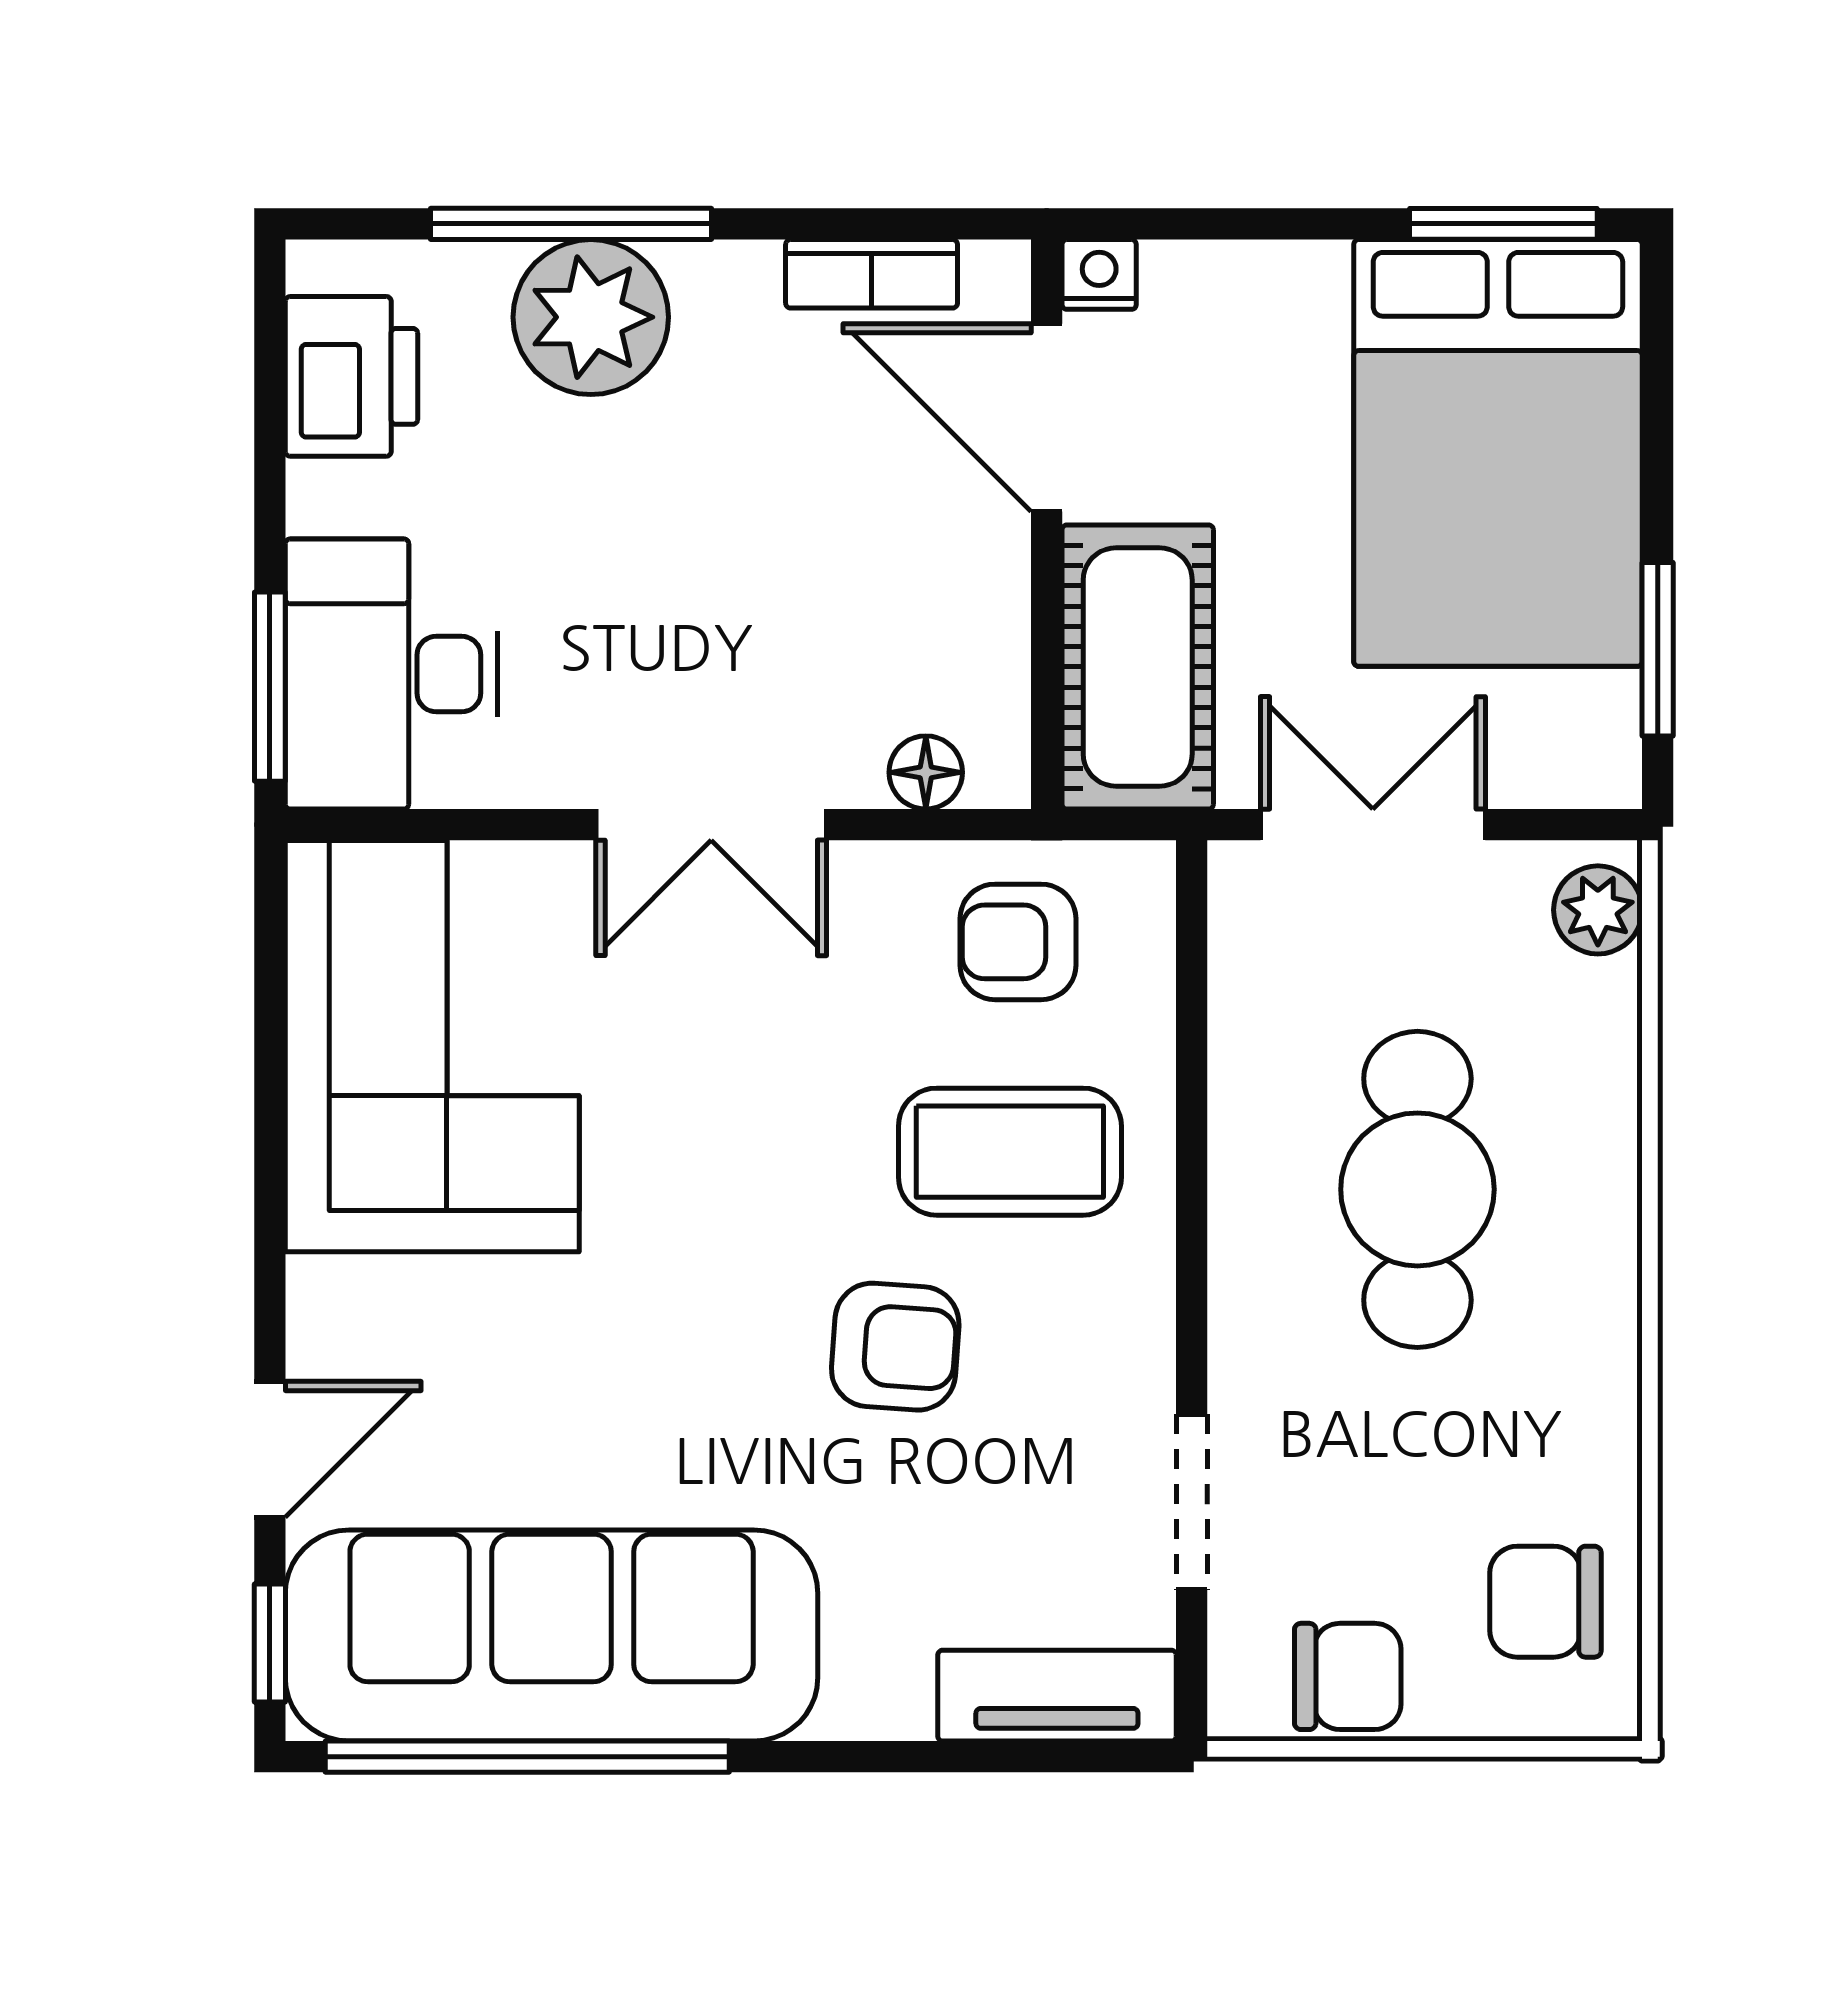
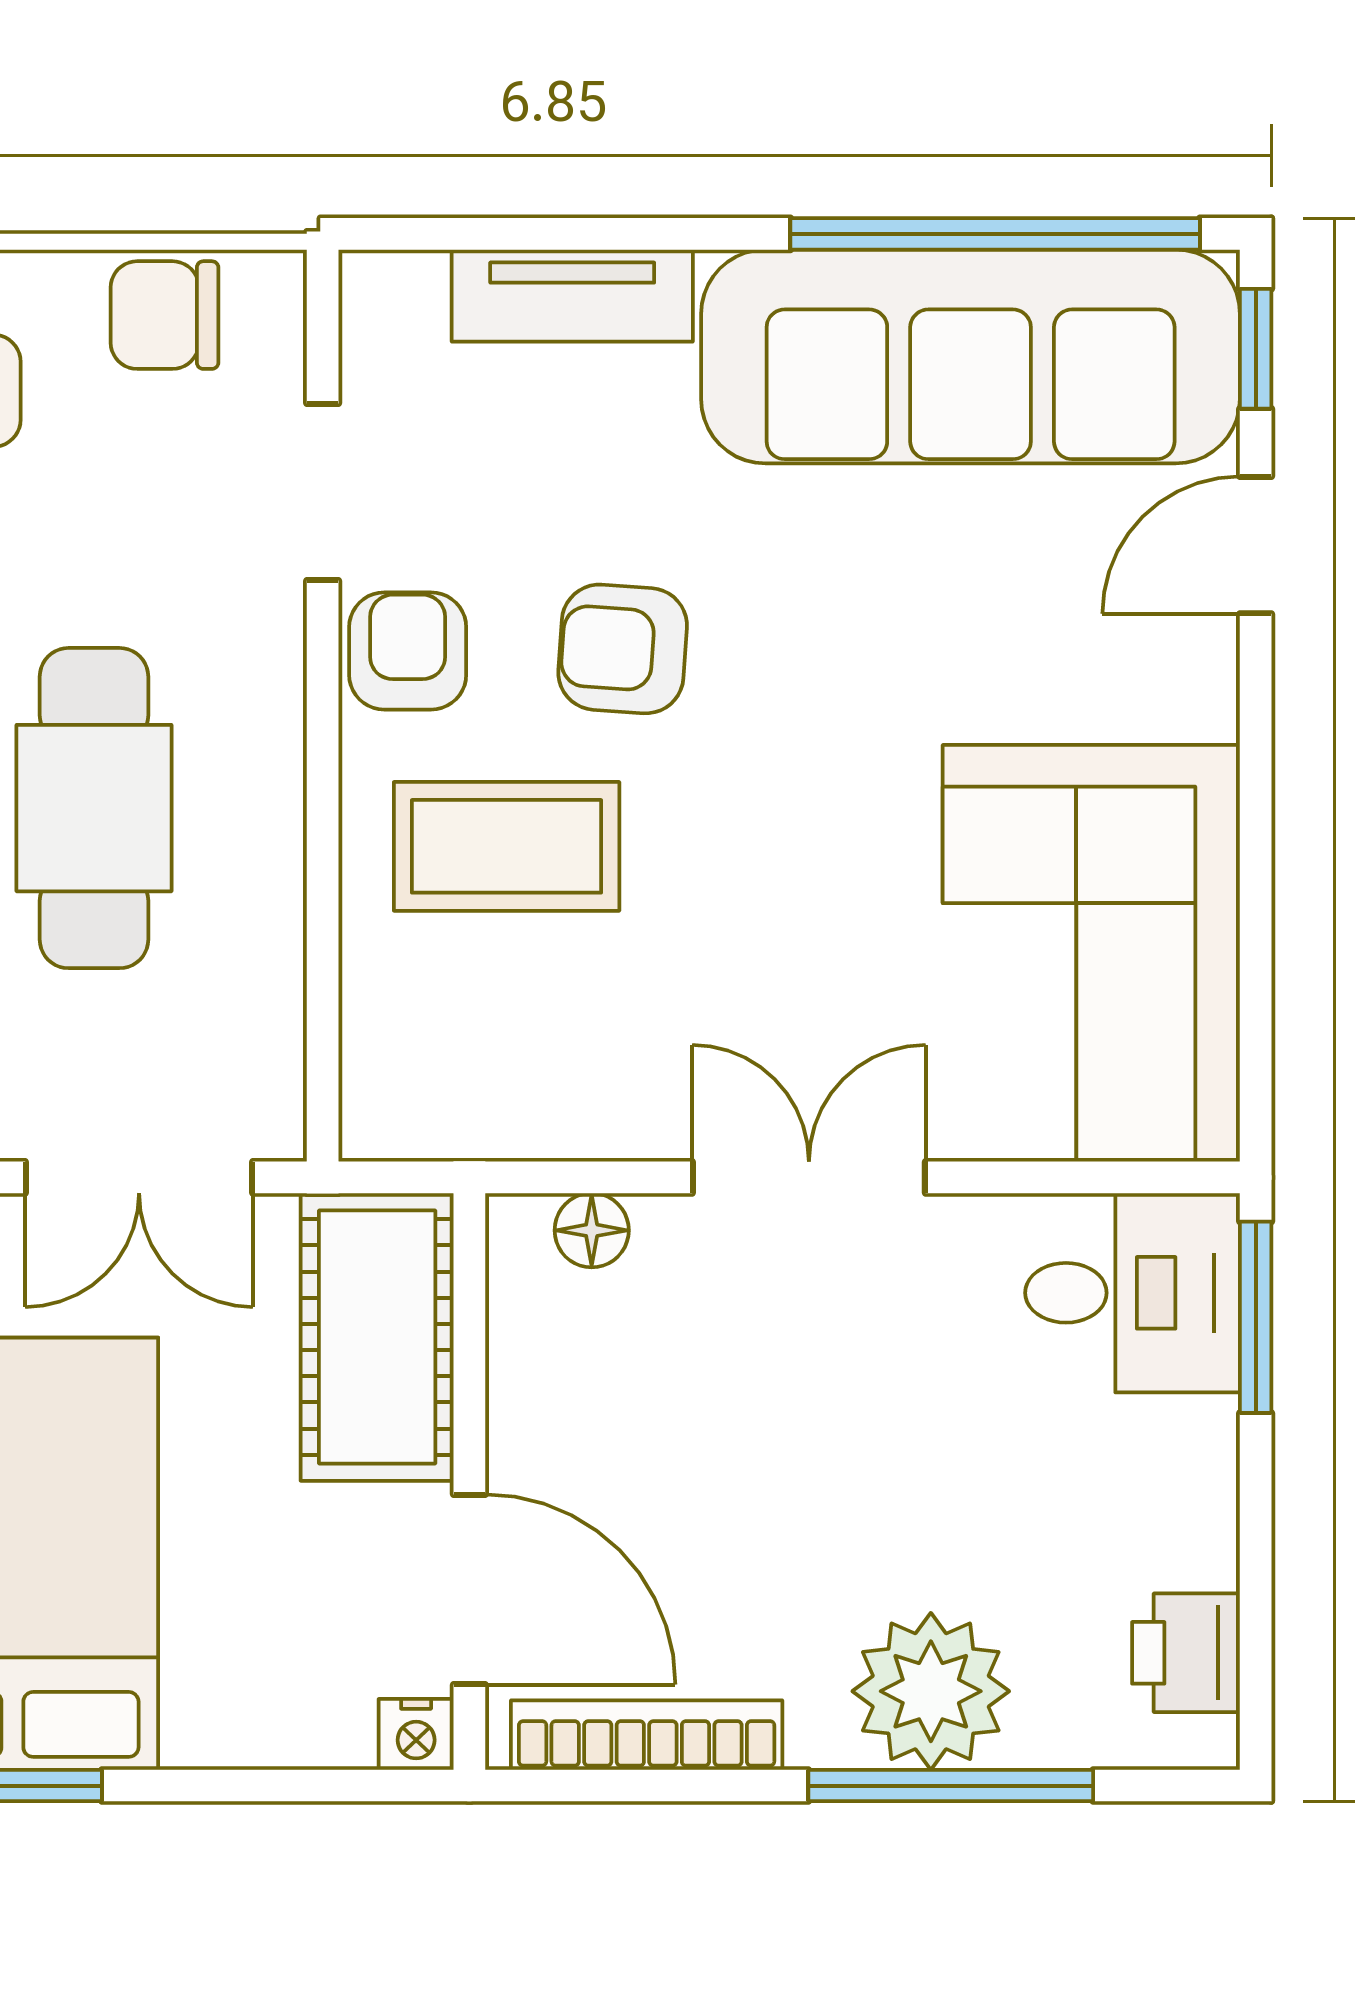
bookcase: (872, 274) -> (647, 1735), width x1.56
printer: (352, 376) -> (1186, 1653), width x0.73, depth x0.81
desk: (392, 674) -> (1133, 1293), width x0.73
armchair: (1018, 942) -> (408, 651), moved, turned -90
tv unit: (1057, 1696) -> (572, 296), moved

